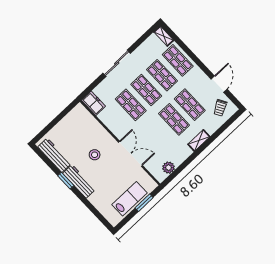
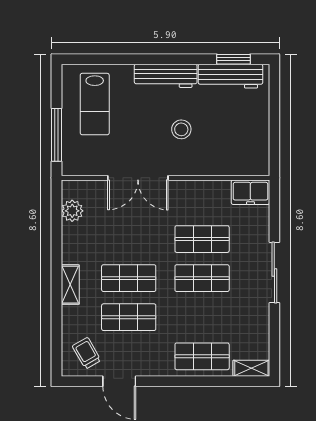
shop shelf: (162, 75) -> (202, 317), removed
window: (66, 181) -> (234, 59), moved
lab bench: (130, 199) -> (95, 104), moved
window: (144, 203) -> (56, 135), width x1.44

